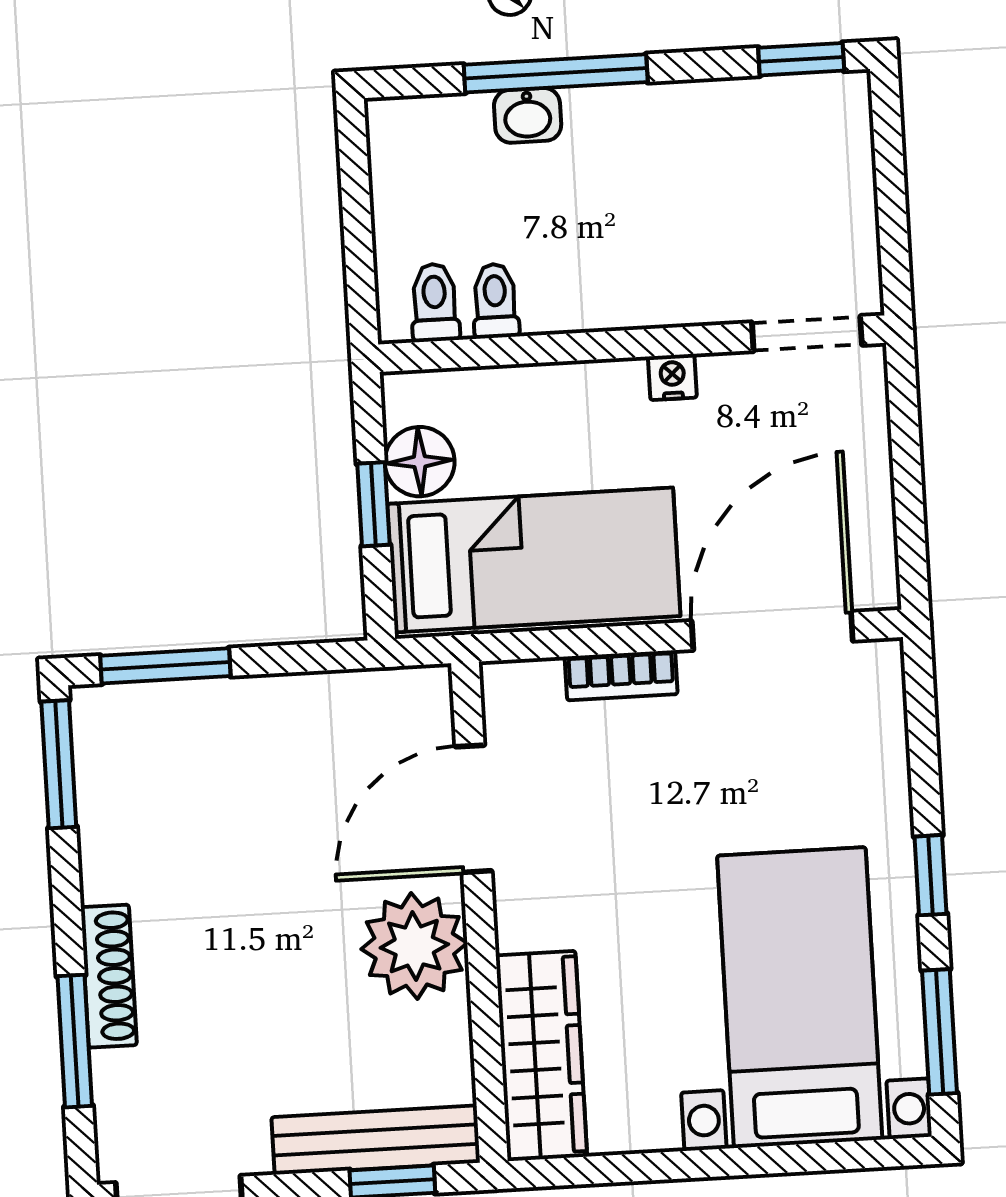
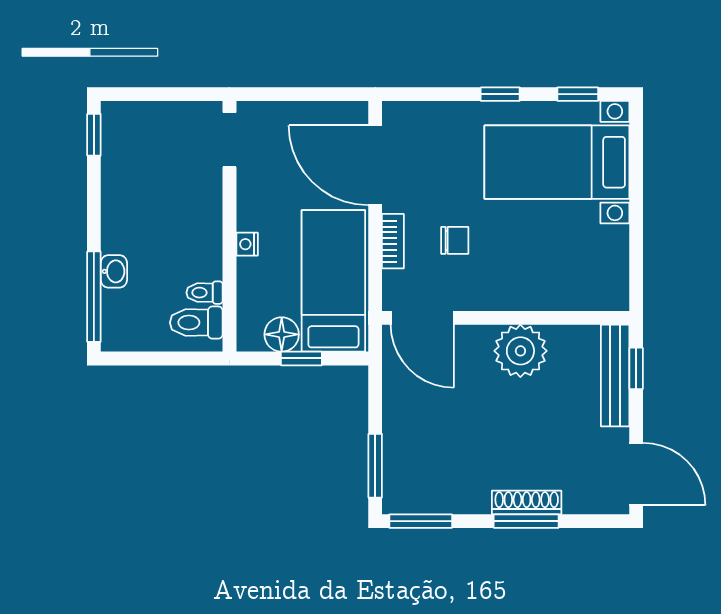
window: (556, 73) -> (94, 297), moved
toilet: (435, 303) -> (196, 323), width x1.37, depth x1.39
nightstand: (672, 377) -> (247, 244), moved
chair: (630, 800) -> (455, 240), added
door: (473, 809) -> (422, 318), moved
window: (940, 1032) -> (578, 94), width x0.67
window: (75, 1041) -> (526, 521), moved
wardrobe: (541, 1056) -> (578, 291), removed

